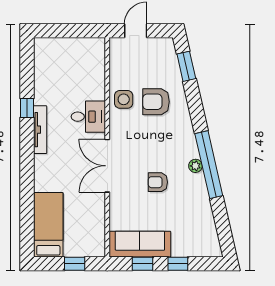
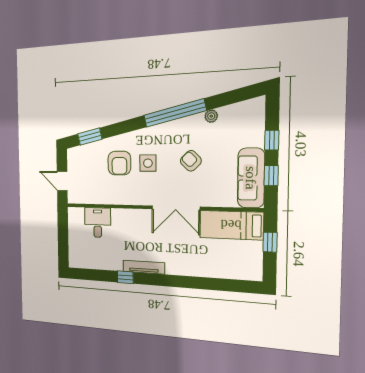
side table: (124, 99) -> (148, 163), moved
desk: (88, 117) -> (98, 223), moved
plant: (195, 166) -> (211, 116), moved
armchair: (158, 182) -> (191, 161), turned 135
bed: (48, 225) -> (231, 225), moved

